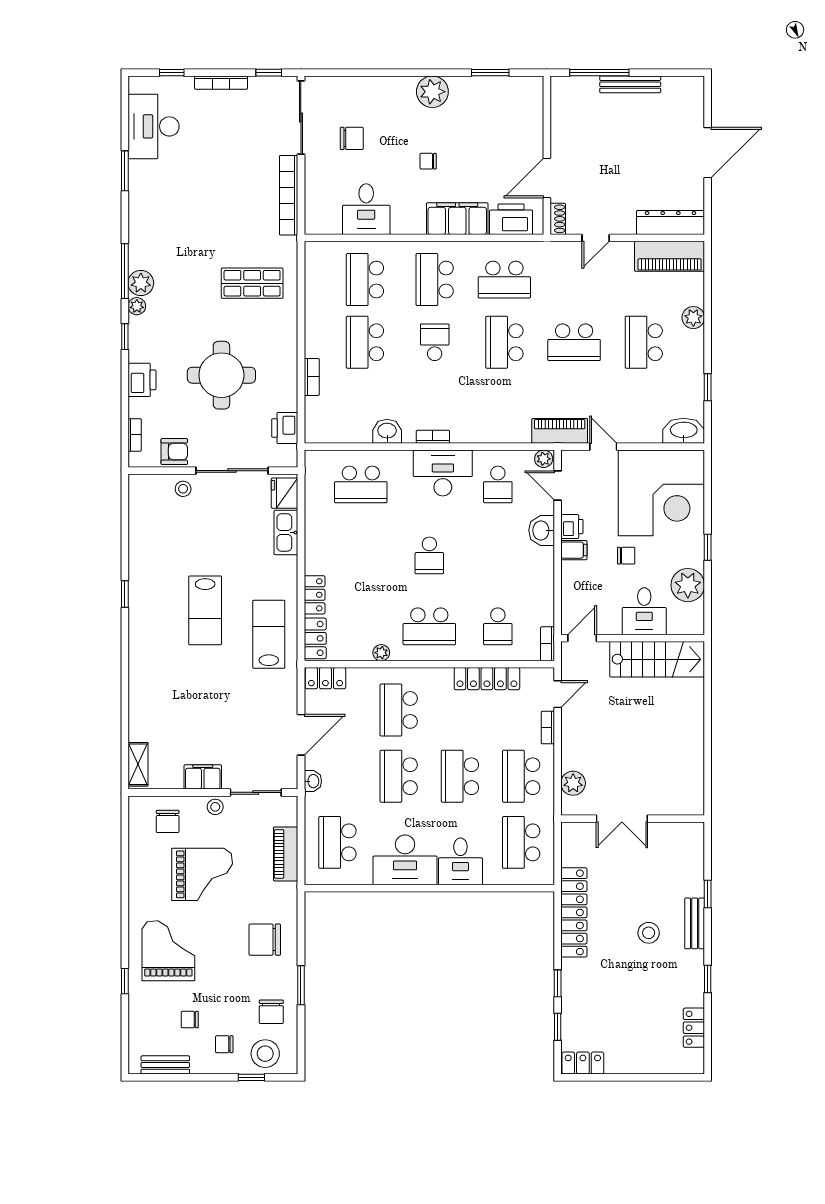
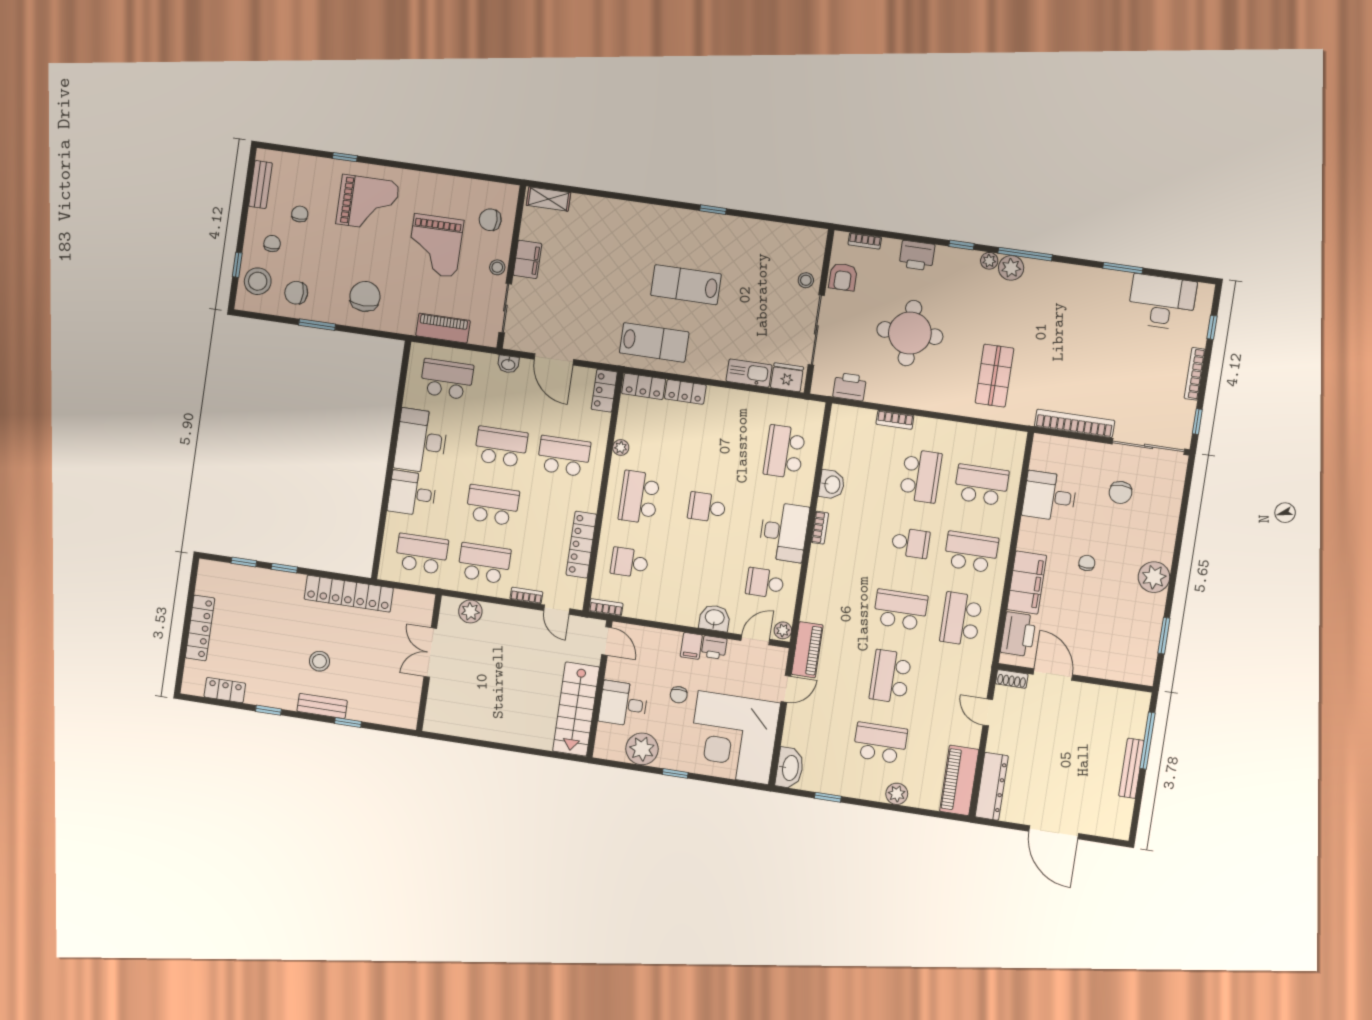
school desk: (365, 342) -> (921, 476), turned 90
locker: (583, 1063) -> (200, 628), moved, width x1.53

